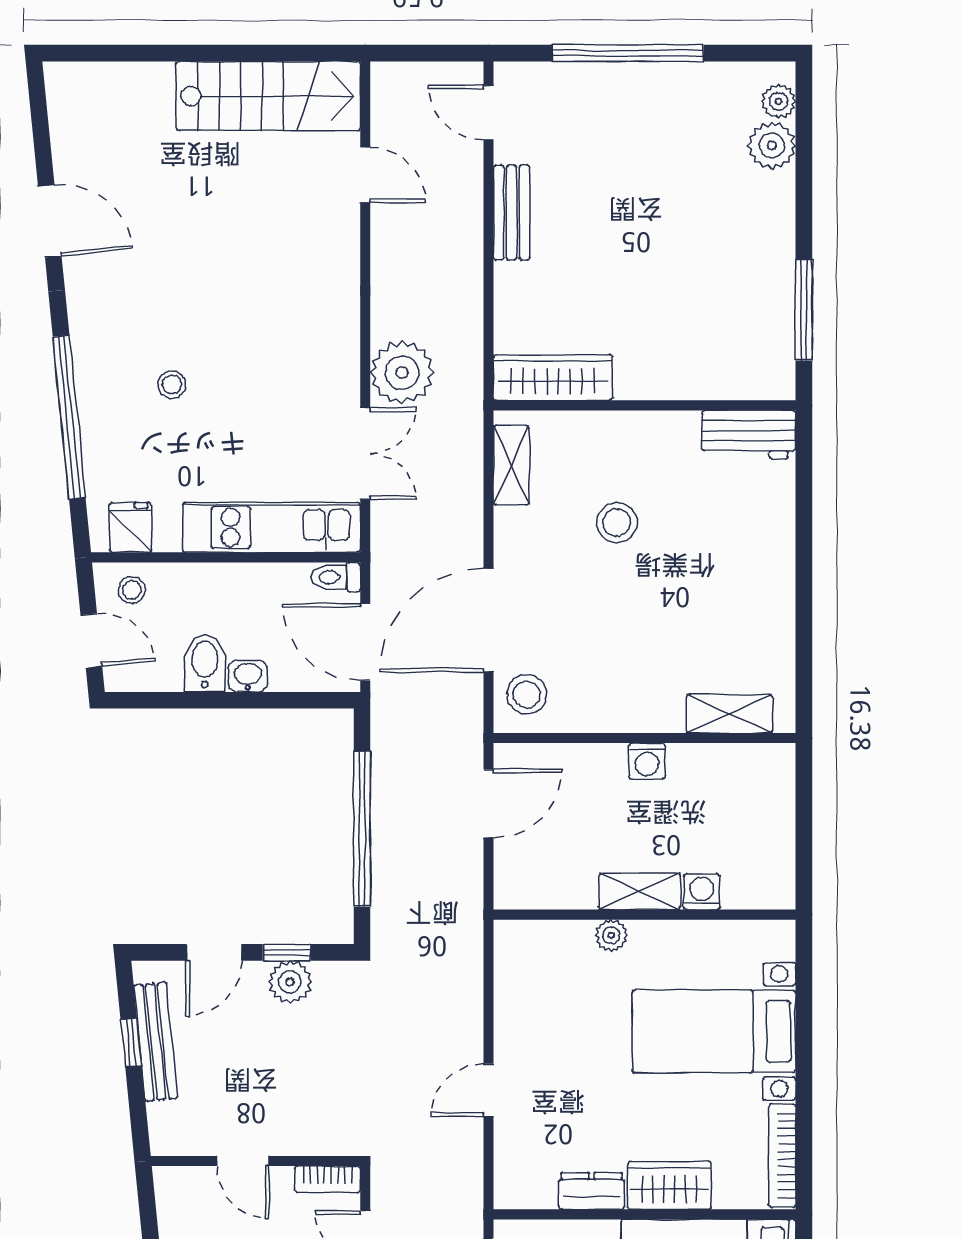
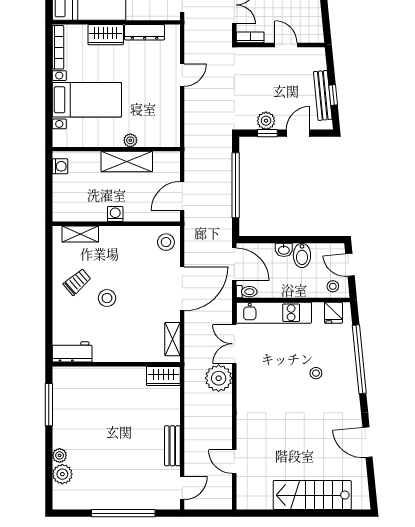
stairs: (268, 96) -> (312, 495), moved
plant: (779, 101) -> (60, 455), moved
door: (488, 113) -> (182, 488), hinge flipped
wardrobe: (553, 378) -> (163, 376), width x0.67
stool: (617, 523) -> (107, 298), moved
trolley: (737, 600) -> (77, 282), added
door: (488, 620) -> (182, 289), moved
shelving: (640, 891) -> (127, 161), width x1.50, depth x1.33
washing machine: (702, 892) -> (60, 166), moved, turned -90
dresser: (592, 1191) -> (145, 32), width x1.44

